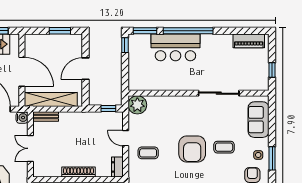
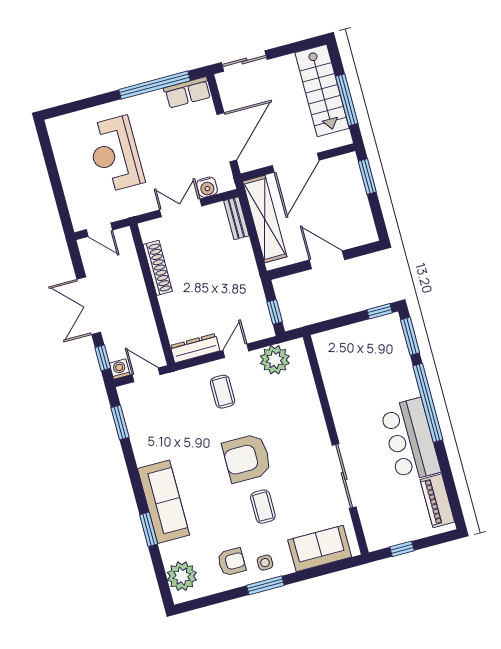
window: (60, 31) -> (367, 177), moved
bar counter: (175, 47) -> (410, 440), moved
plant: (137, 105) -> (275, 360), moved
water cooler: (22, 118) -> (207, 187), moved
dresser: (117, 167) -> (195, 348), width x1.44
shoe rack: (78, 172) -> (158, 268), moved

